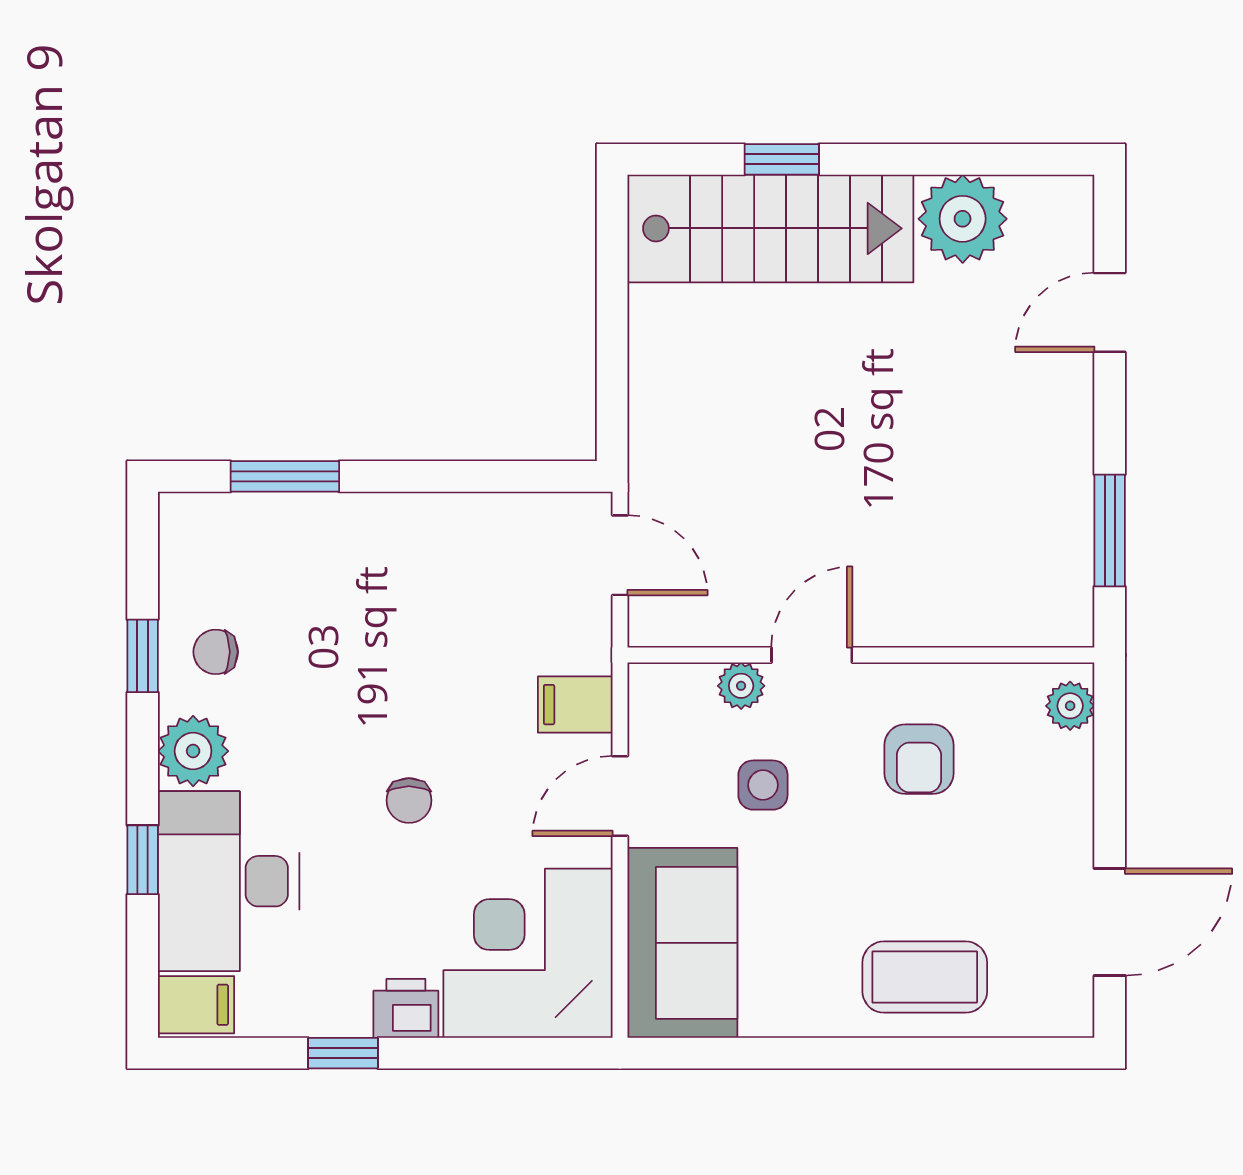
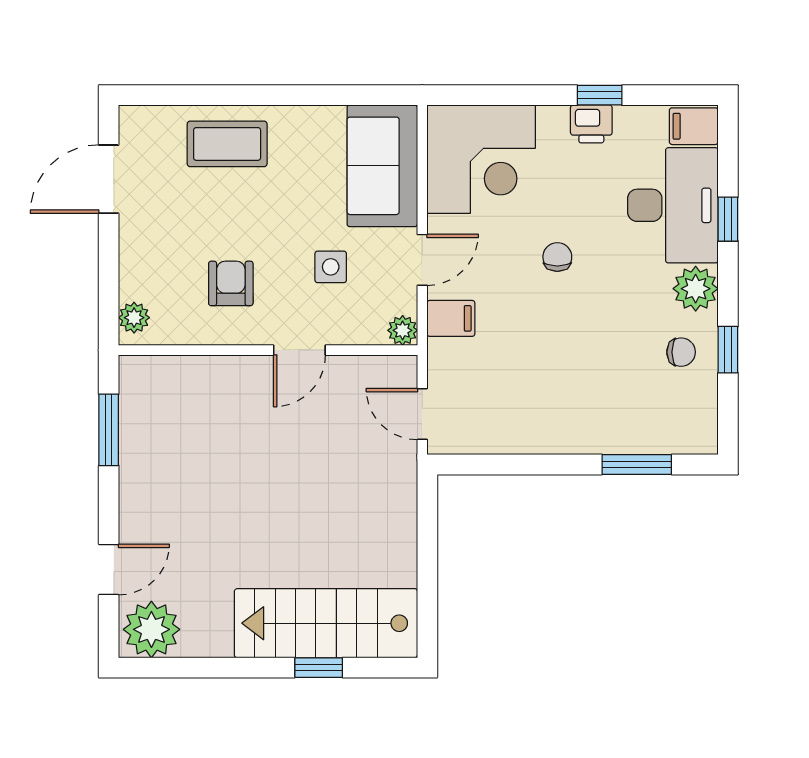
plant: (963, 219) -> (151, 629), moved
plant: (741, 686) -> (403, 330), moved
printer: (406, 1008) -> (591, 124), moved

